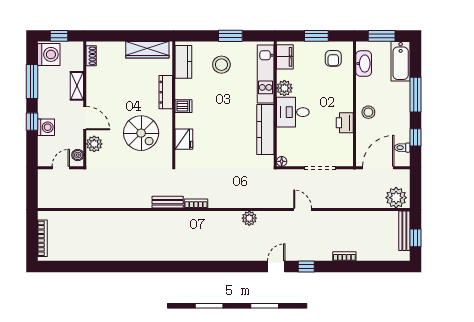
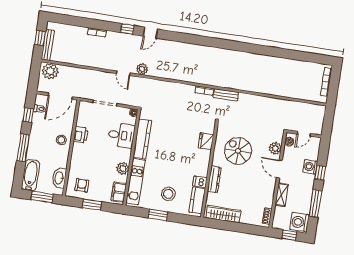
dishwasher: (184, 106) -> (200, 182), moved
desk: (293, 112) -> (121, 135), moved
plant: (249, 218) -> (142, 69), moved

